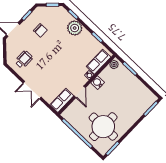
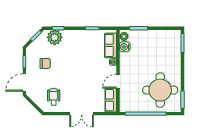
plant: (75, 28) -> (55, 37), moved
water cooler: (98, 83) -> (125, 47), moved
door: (80, 92) -> (118, 81), swing flipped

